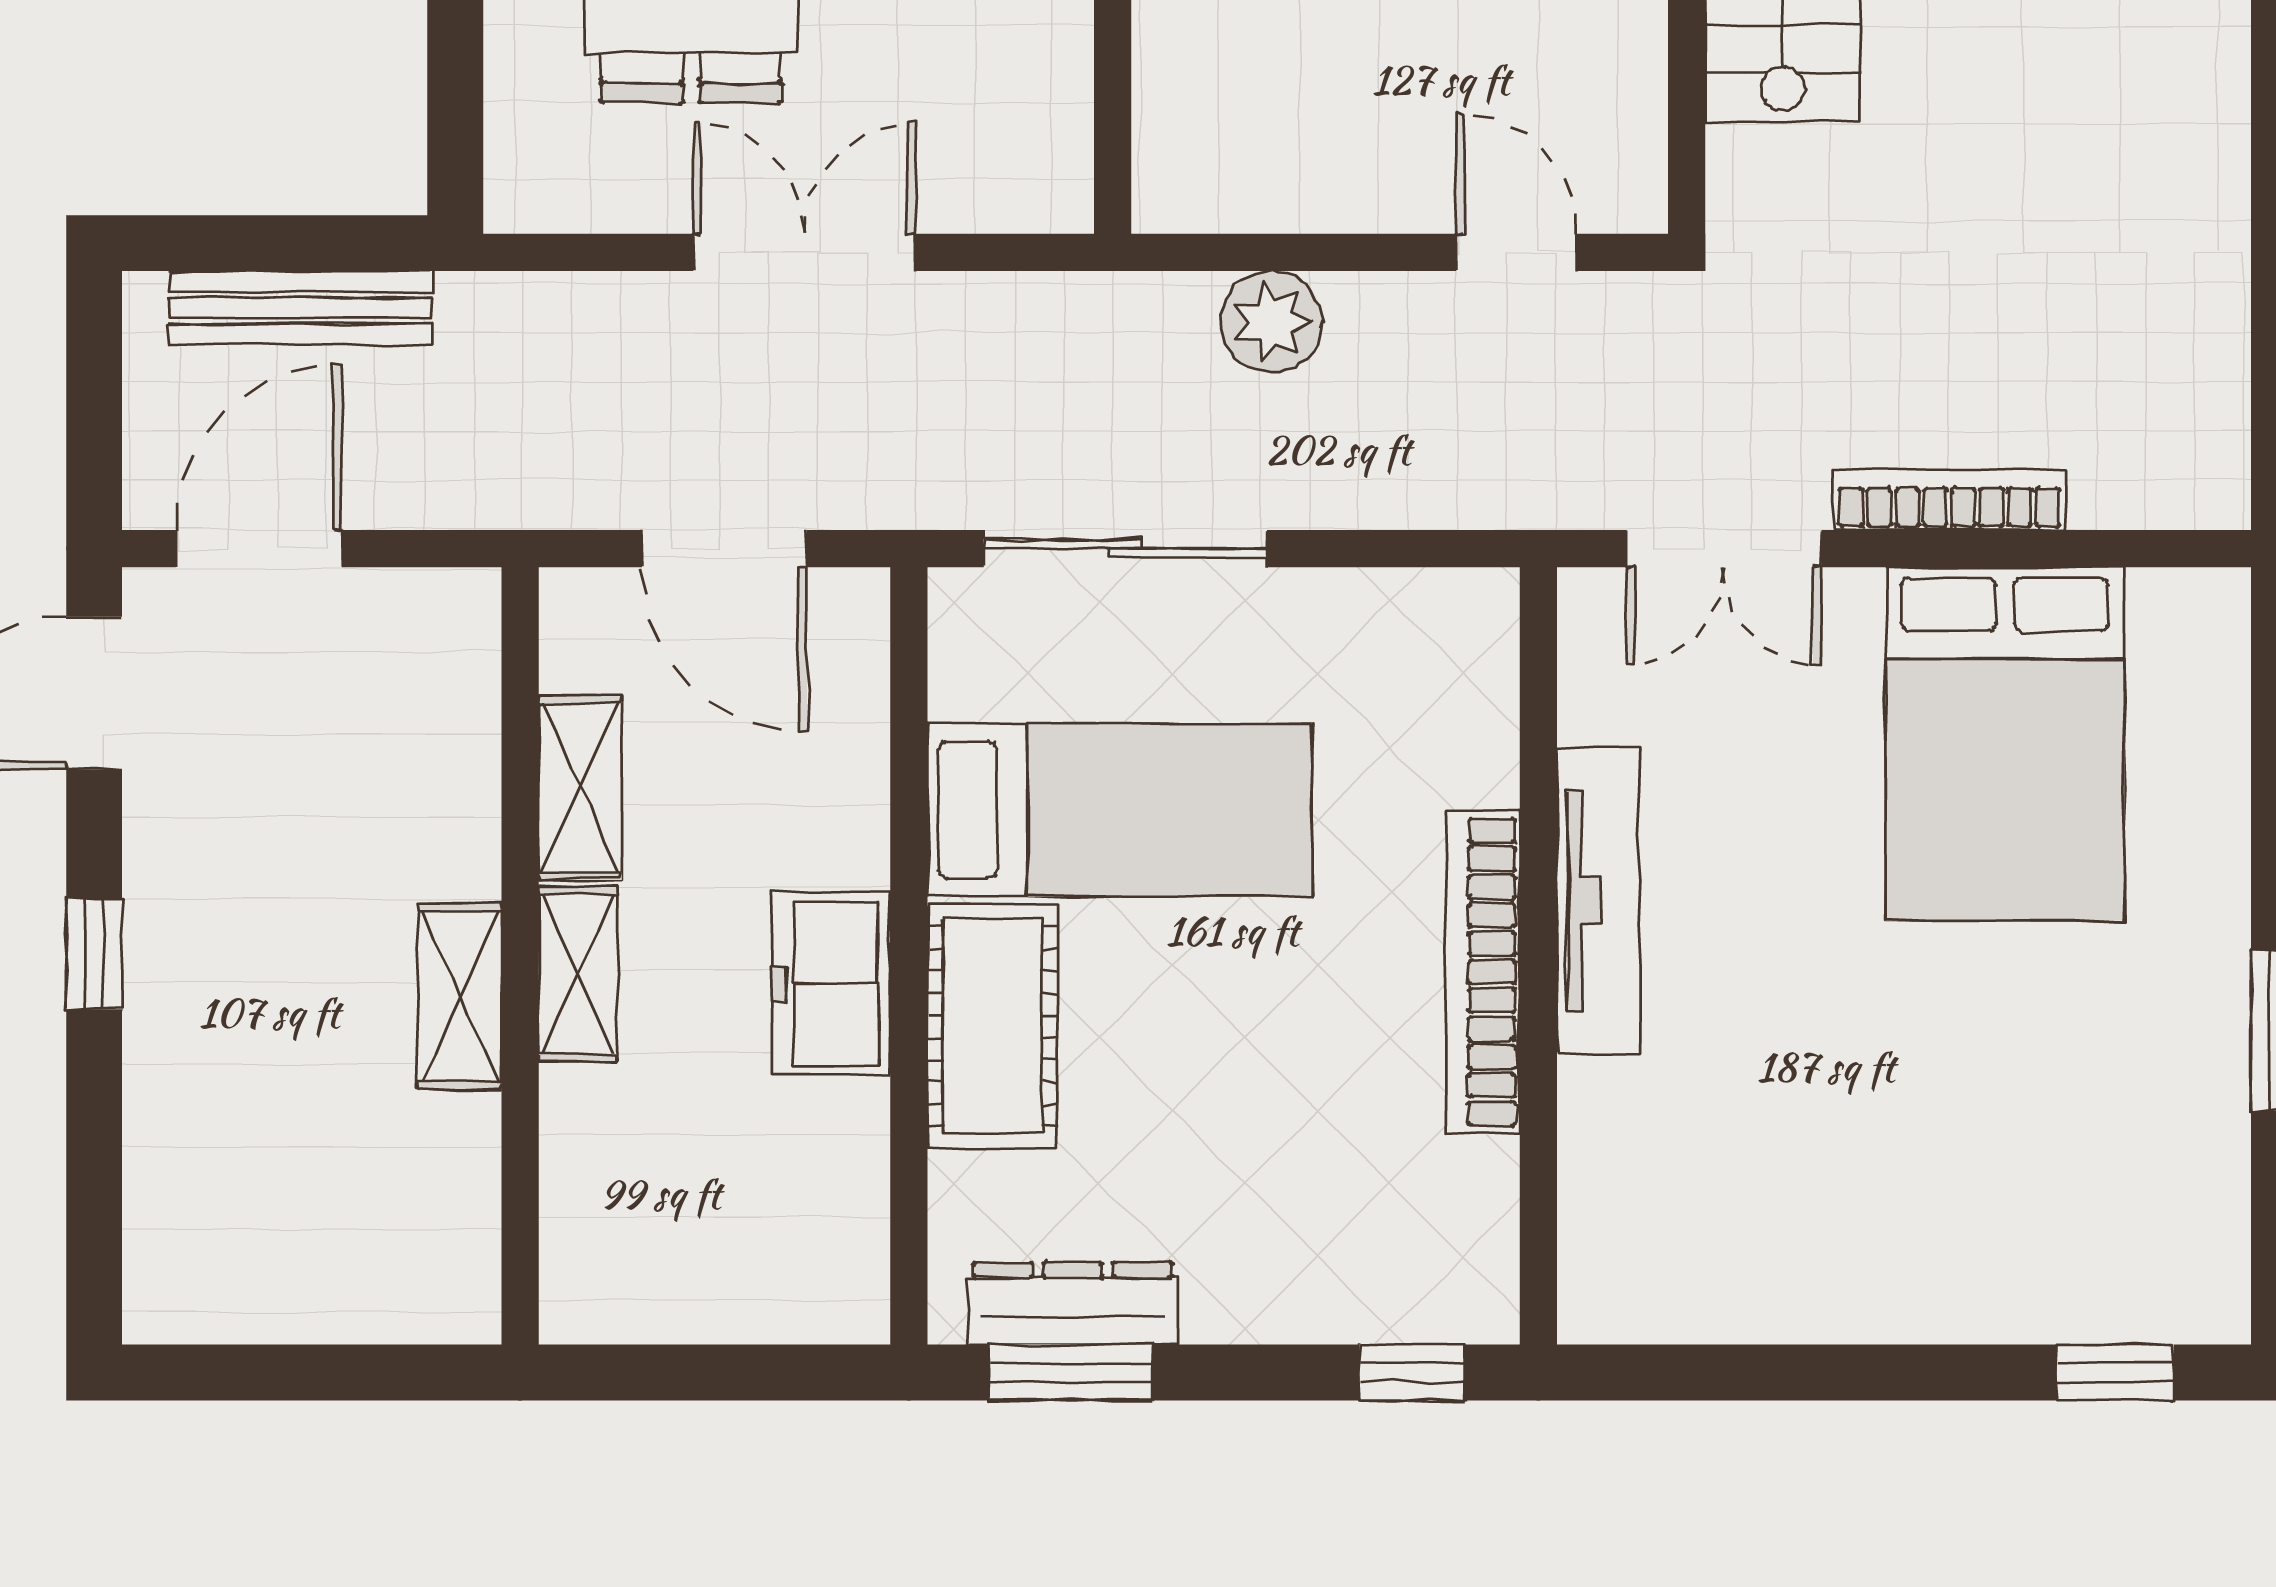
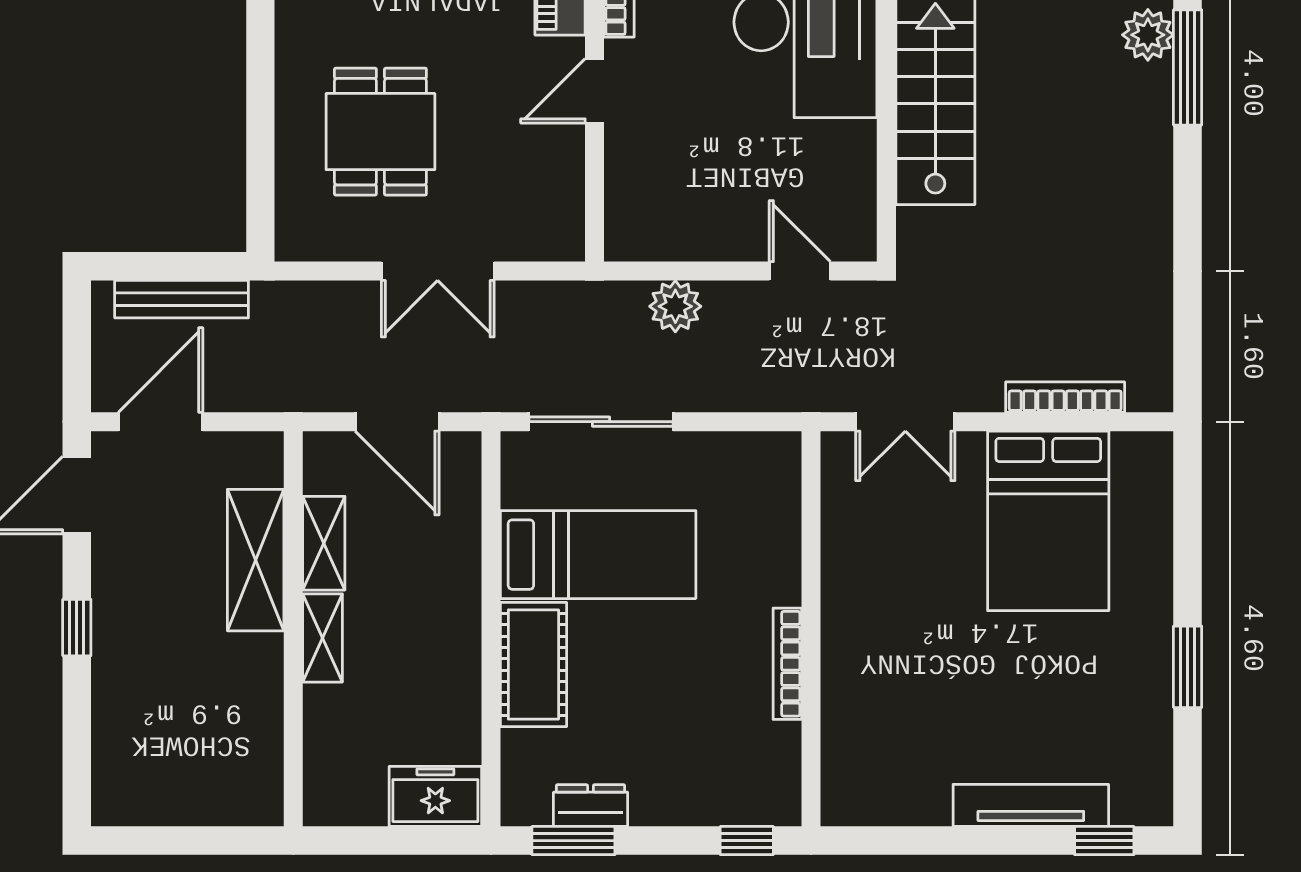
double door: (804, 252) -> (438, 271), swing flipped
bookcase: (1949, 500) -> (1065, 397), moved
tv unit: (1598, 901) -> (1031, 805), moved, turned -90
bookcase: (1483, 972) -> (787, 664), width x0.68, depth x0.76
freezer: (831, 984) -> (435, 796), moved, turned 90
shelving: (460, 996) -> (256, 560), moved, width x1.50, depth x1.33
dresser: (1073, 1304) -> (591, 806), width x0.70

